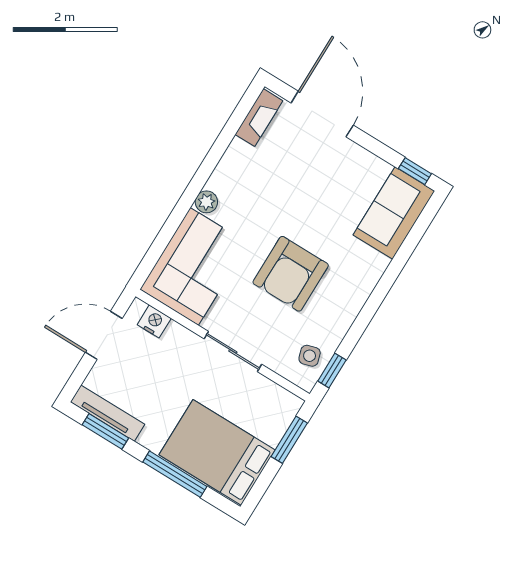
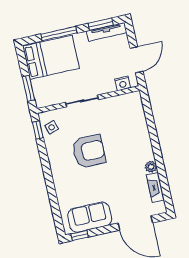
fireplace: (259, 118) -> (155, 187), moved
plant: (206, 202) -> (151, 167), moved
sofa: (394, 213) -> (90, 217), moved, turned -90
corner sofa: (194, 266) -> (128, 119), removed
armchair: (291, 274) -> (89, 151), turned 90

